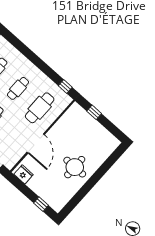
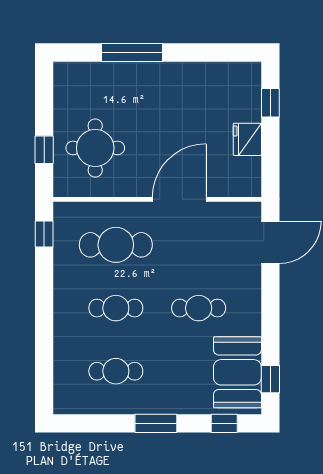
round table: (75, 167) -> (95, 148), moved
window: (101, 172) -> (132, 52), added
fridge: (23, 174) -> (247, 139), moved

